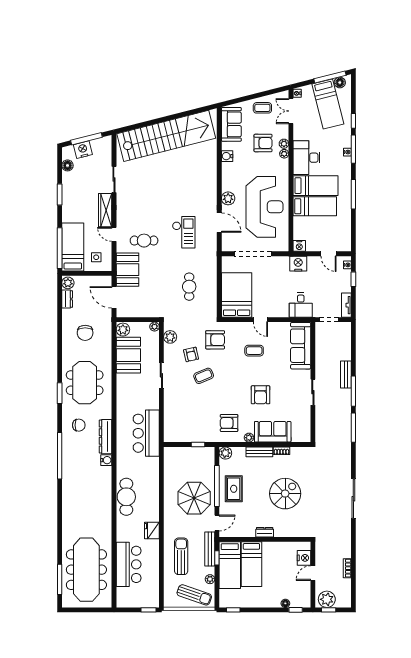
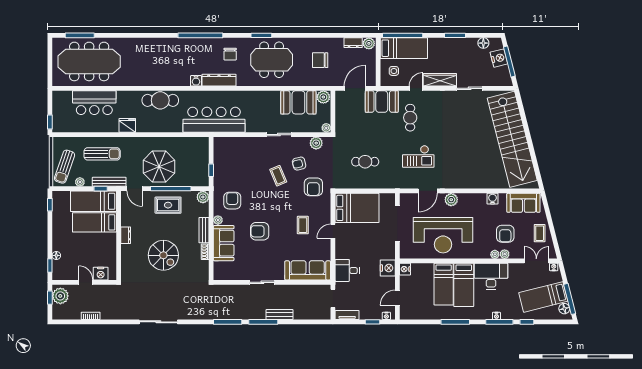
bar counter: (146, 433) -> (214, 120), width x1.36

